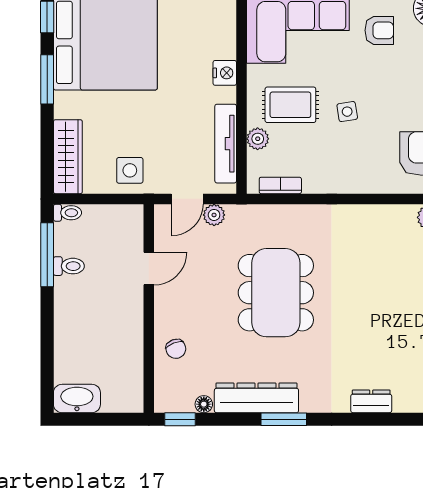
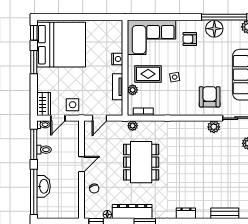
armchair: (379, 30) -> (190, 39), turned 180
tv unit: (226, 144) -> (118, 87), width x0.71
wardrobe: (68, 157) -> (44, 104), width x0.67
door: (99, 199) -> (58, 118), added
plant: (214, 215) -> (133, 126), moved
door: (149, 269) -> (82, 164), moved
window: (47, 356) -> (34, 192), added
washbasin: (77, 398) -> (43, 186), moved, turned 90

